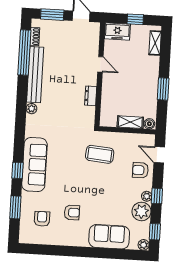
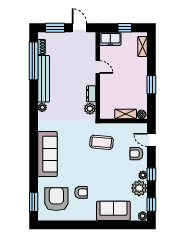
plant: (88, 113) -> (90, 109), added
window: (18, 170) -> (34, 160), removed
window: (15, 207) -> (34, 202), moved
armchair: (42, 219) -> (56, 199), width x1.88, depth x1.88

